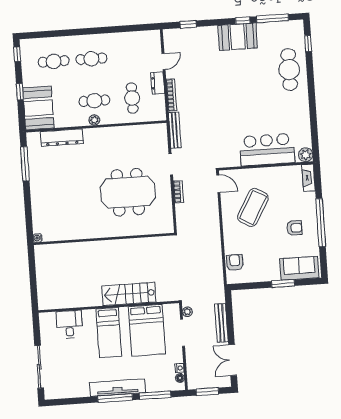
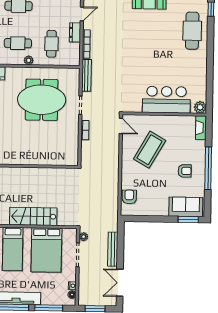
plant: (94, 120) -> (29, 60), moved
meeting table: (128, 192) -> (42, 100), moved
window: (283, 284) -> (188, 219), moved

